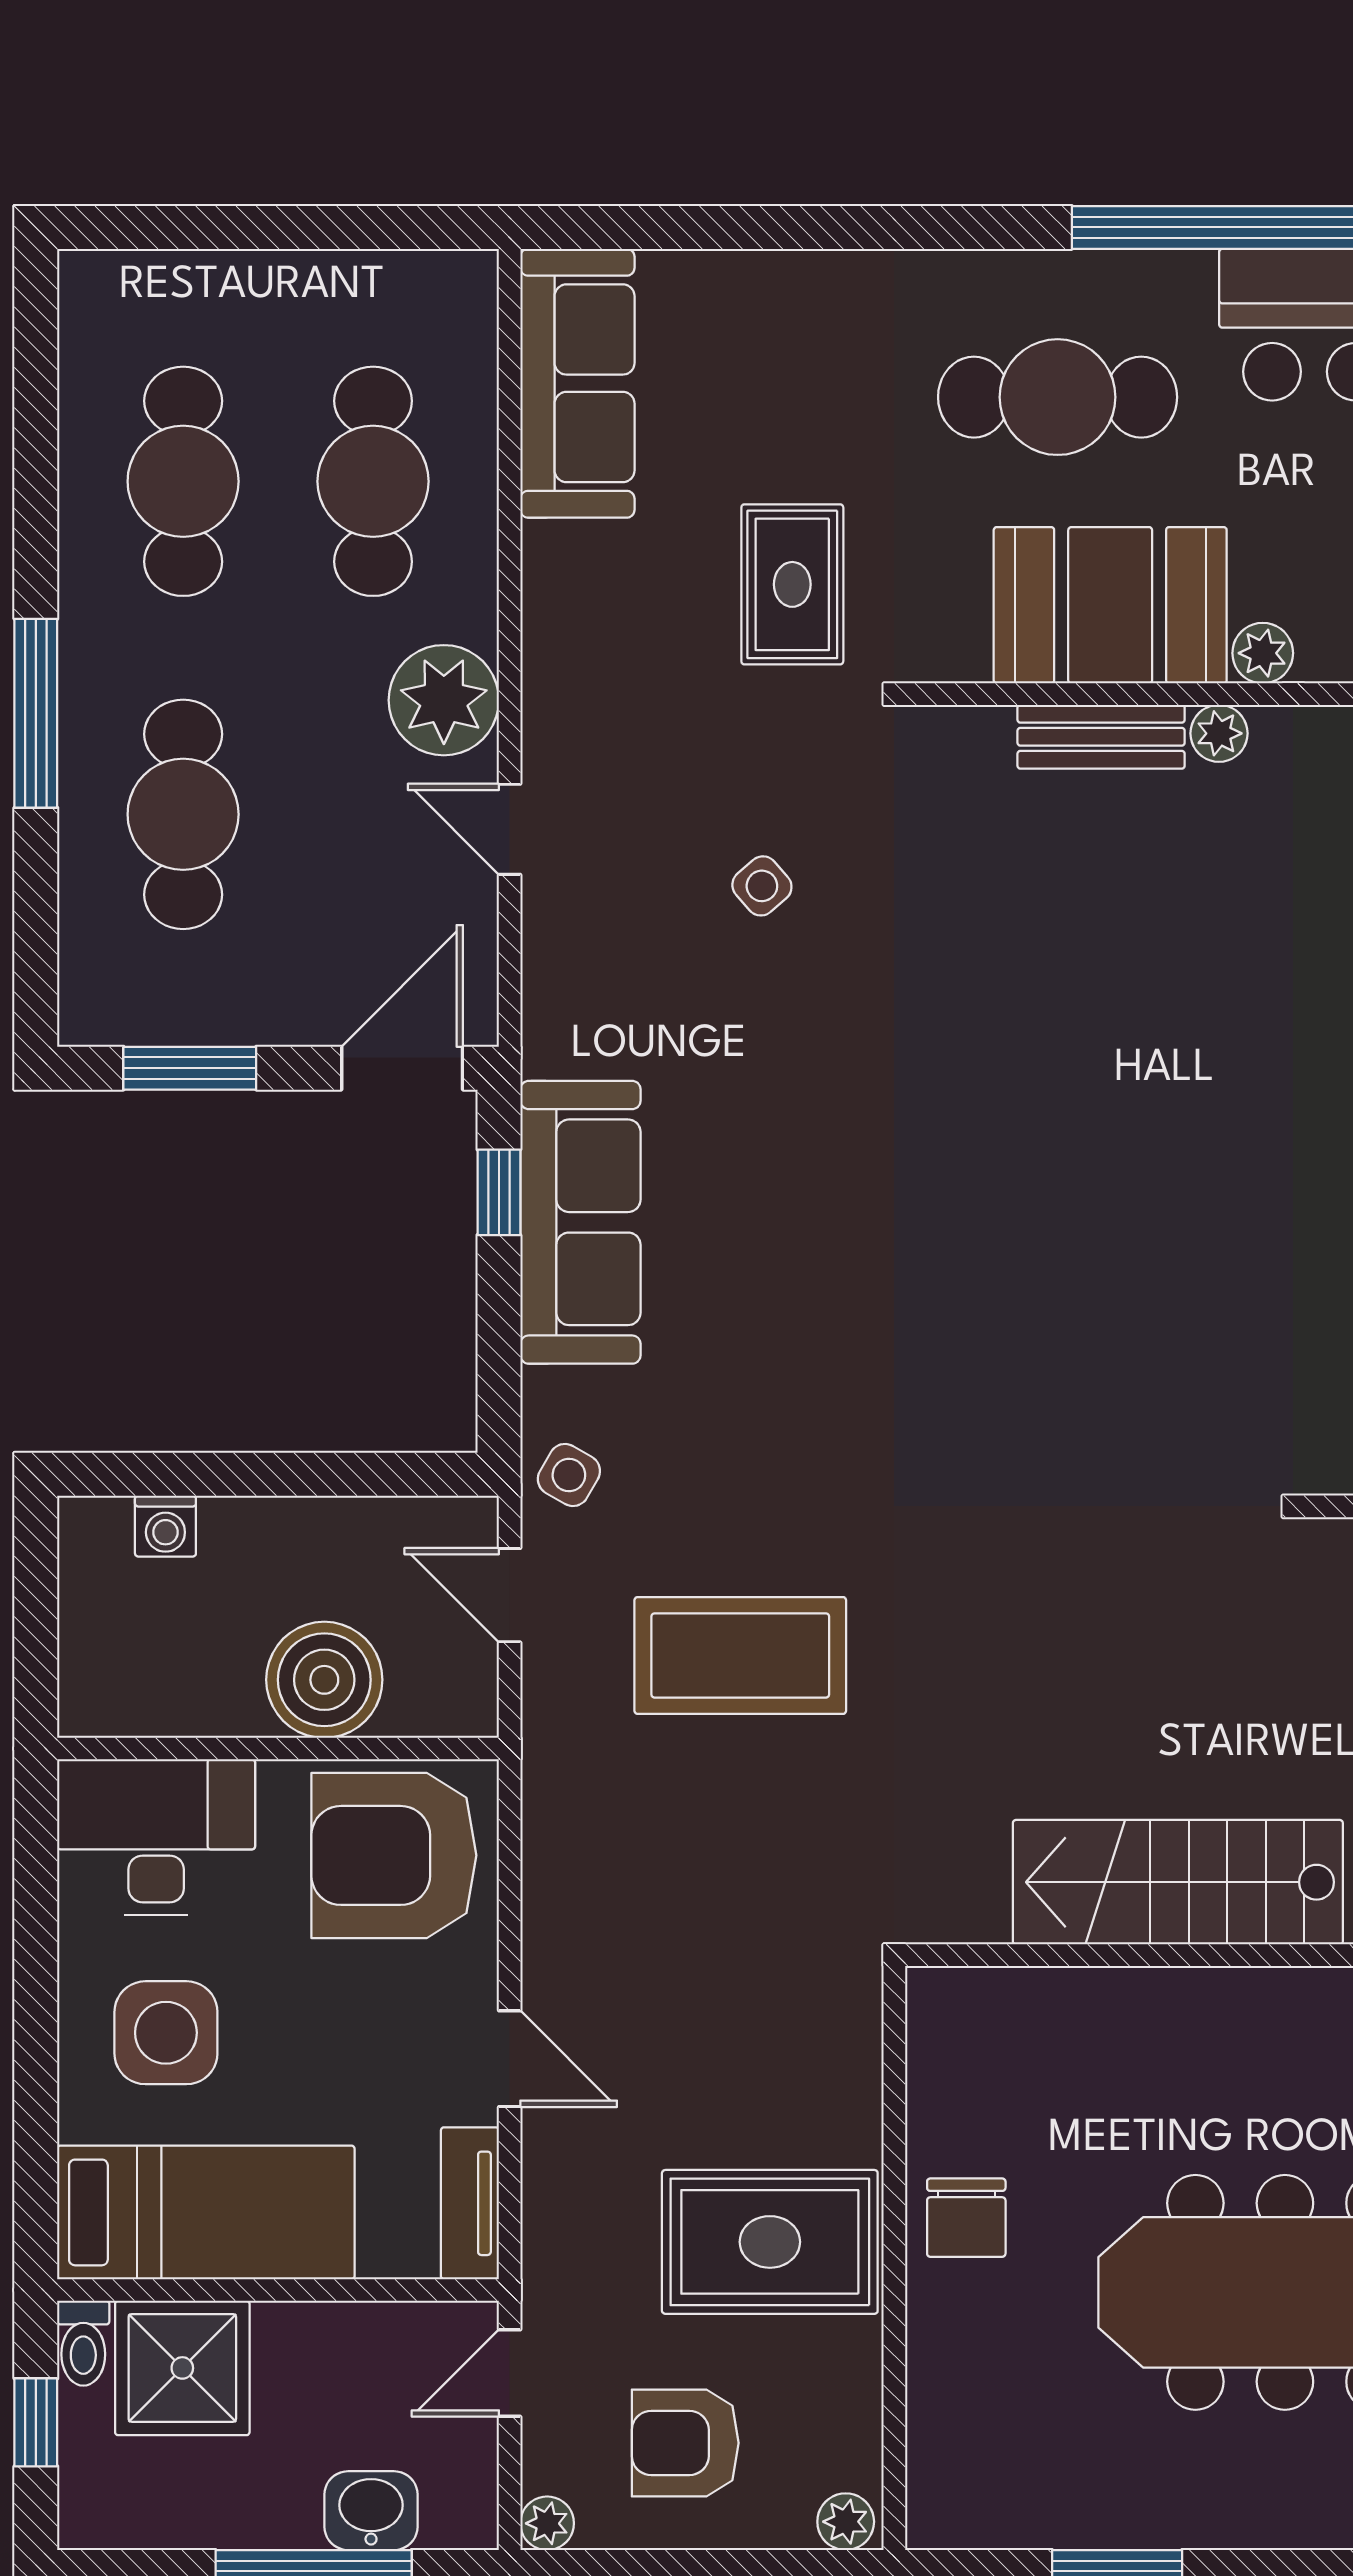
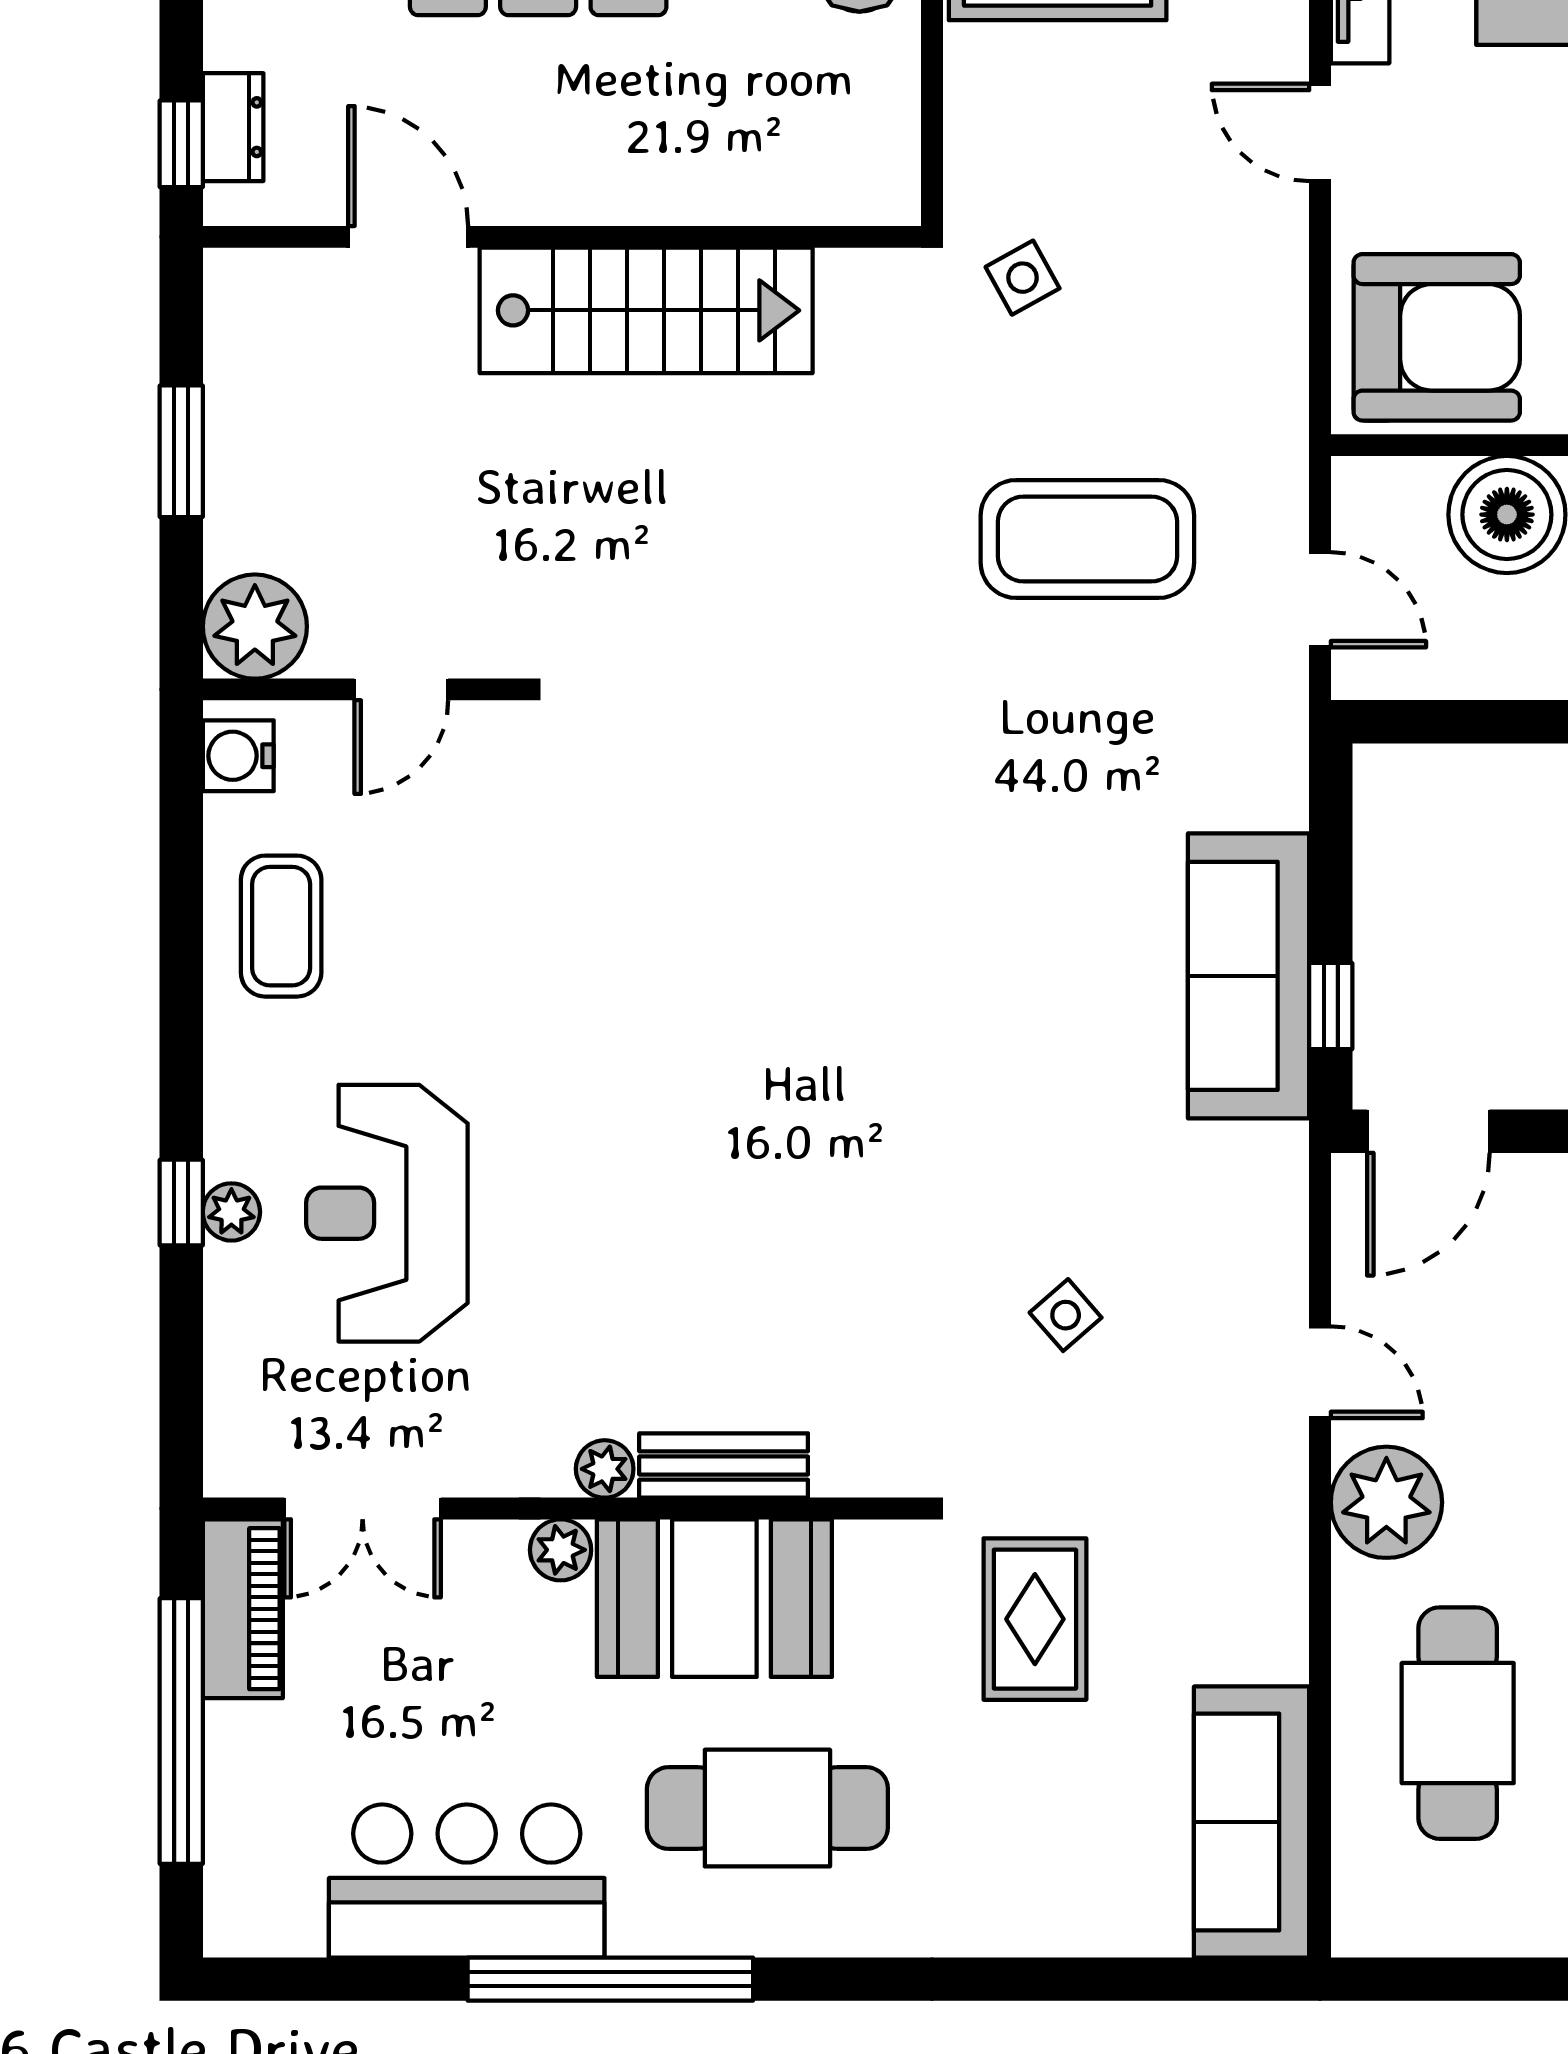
side table: (569, 1475) -> (1023, 278), moved, turned 31

